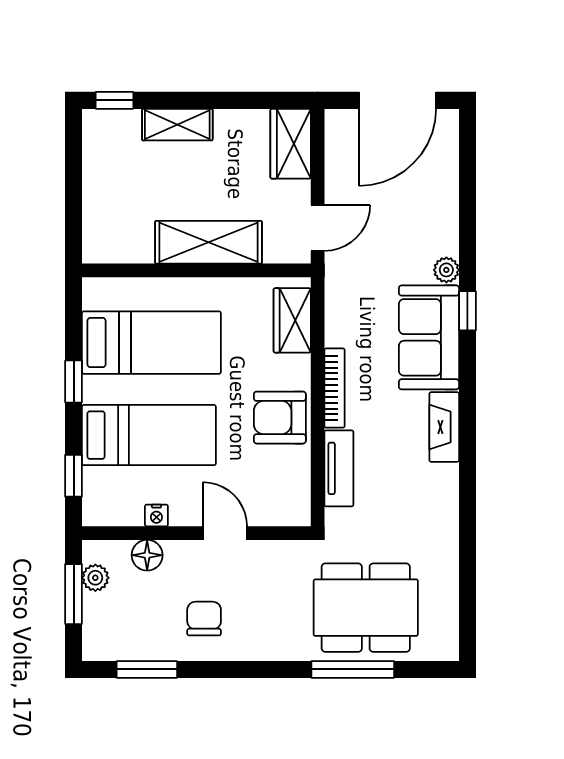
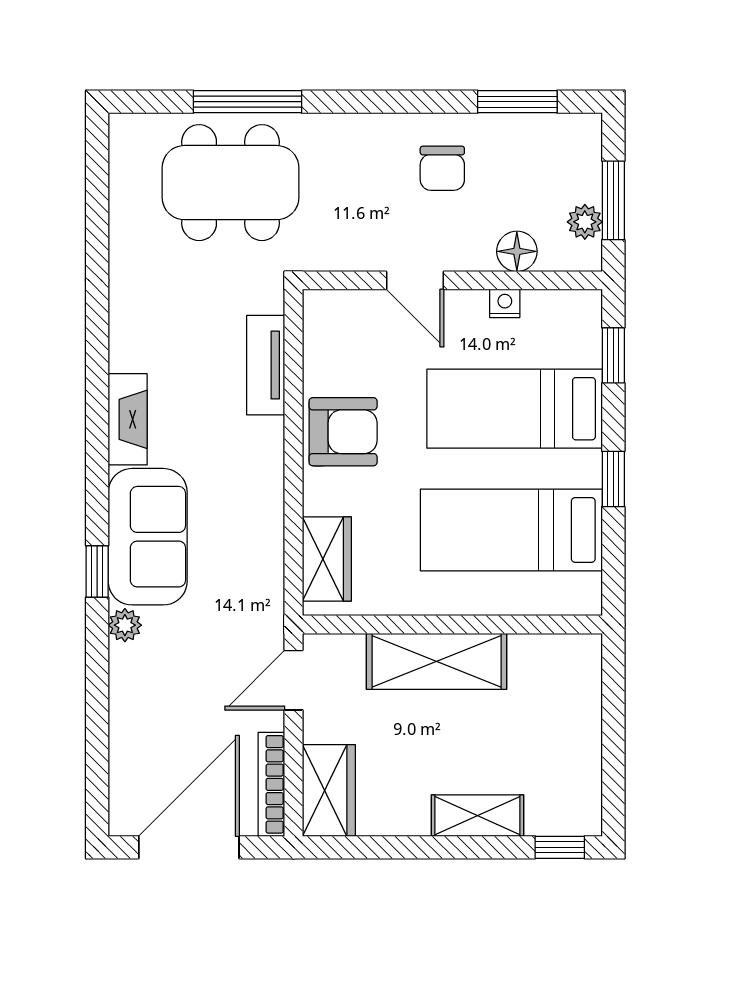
bookcase: (335, 388) -> (271, 784), moved

